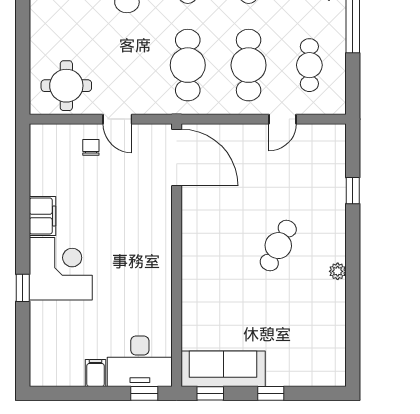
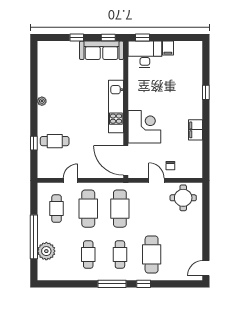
cafe table: (278, 246) -> (55, 141), moved, turned 62
kitchen unit: (195, 261) -> (116, 107), added
corner desk: (61, 269) -> (144, 127), moved, turned 180

